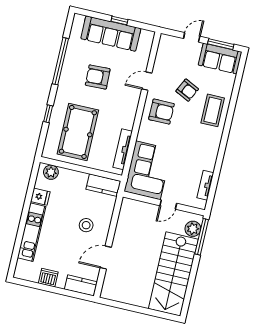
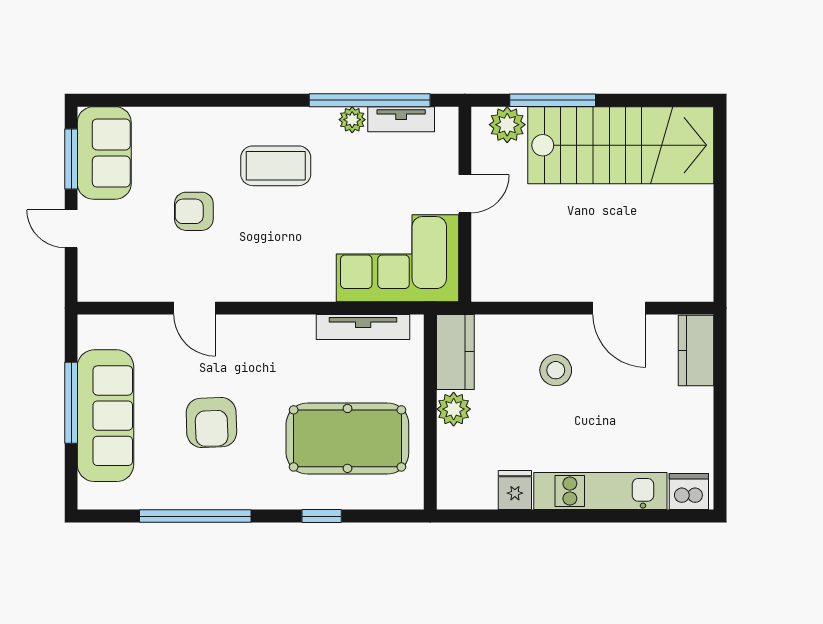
window: (119, 21) -> (71, 403), width x2.17
armchair: (187, 90) -> (194, 211), turned -116
coffee table: (213, 110) -> (276, 166), moved
armchair: (161, 112) -> (257, 259), removed
plant: (210, 165) -> (352, 120), added
plant: (51, 172) -> (454, 409), moved
window: (216, 174) -> (370, 100), added
door: (168, 204) -> (465, 194), hinge flipped
window: (202, 237) -> (553, 100), moved
dishwasher: (48, 278) -> (689, 492), moved, turned 90

